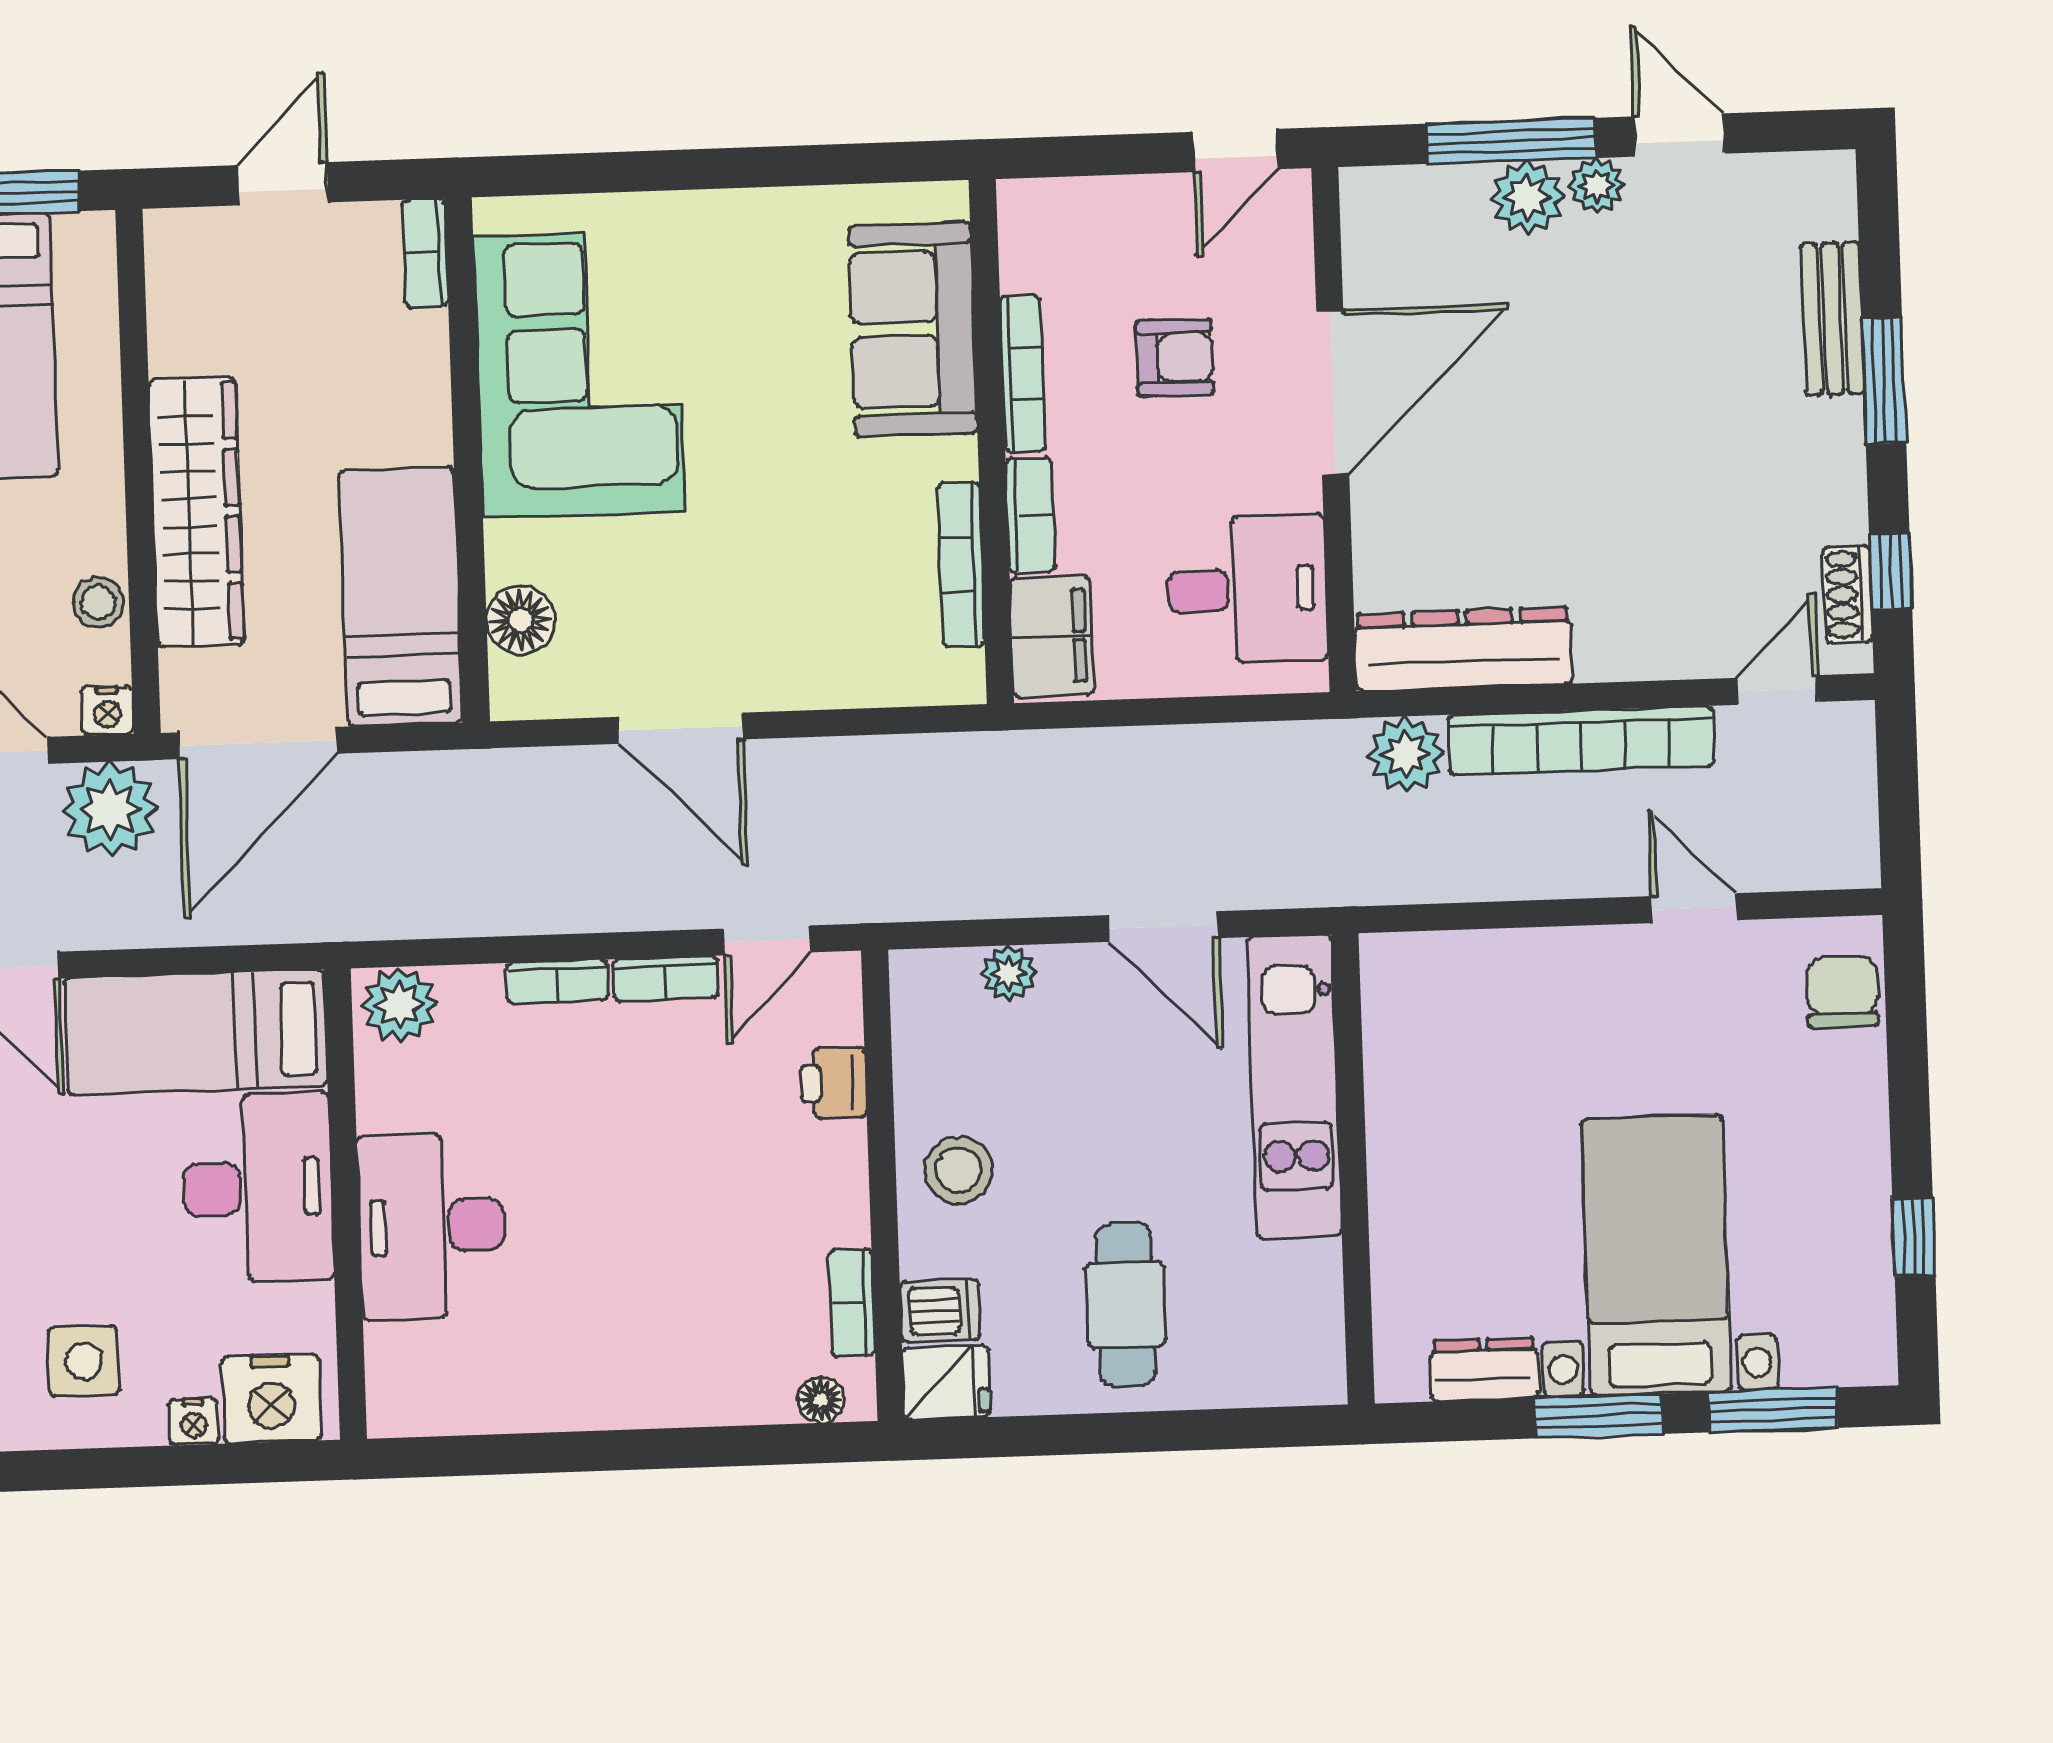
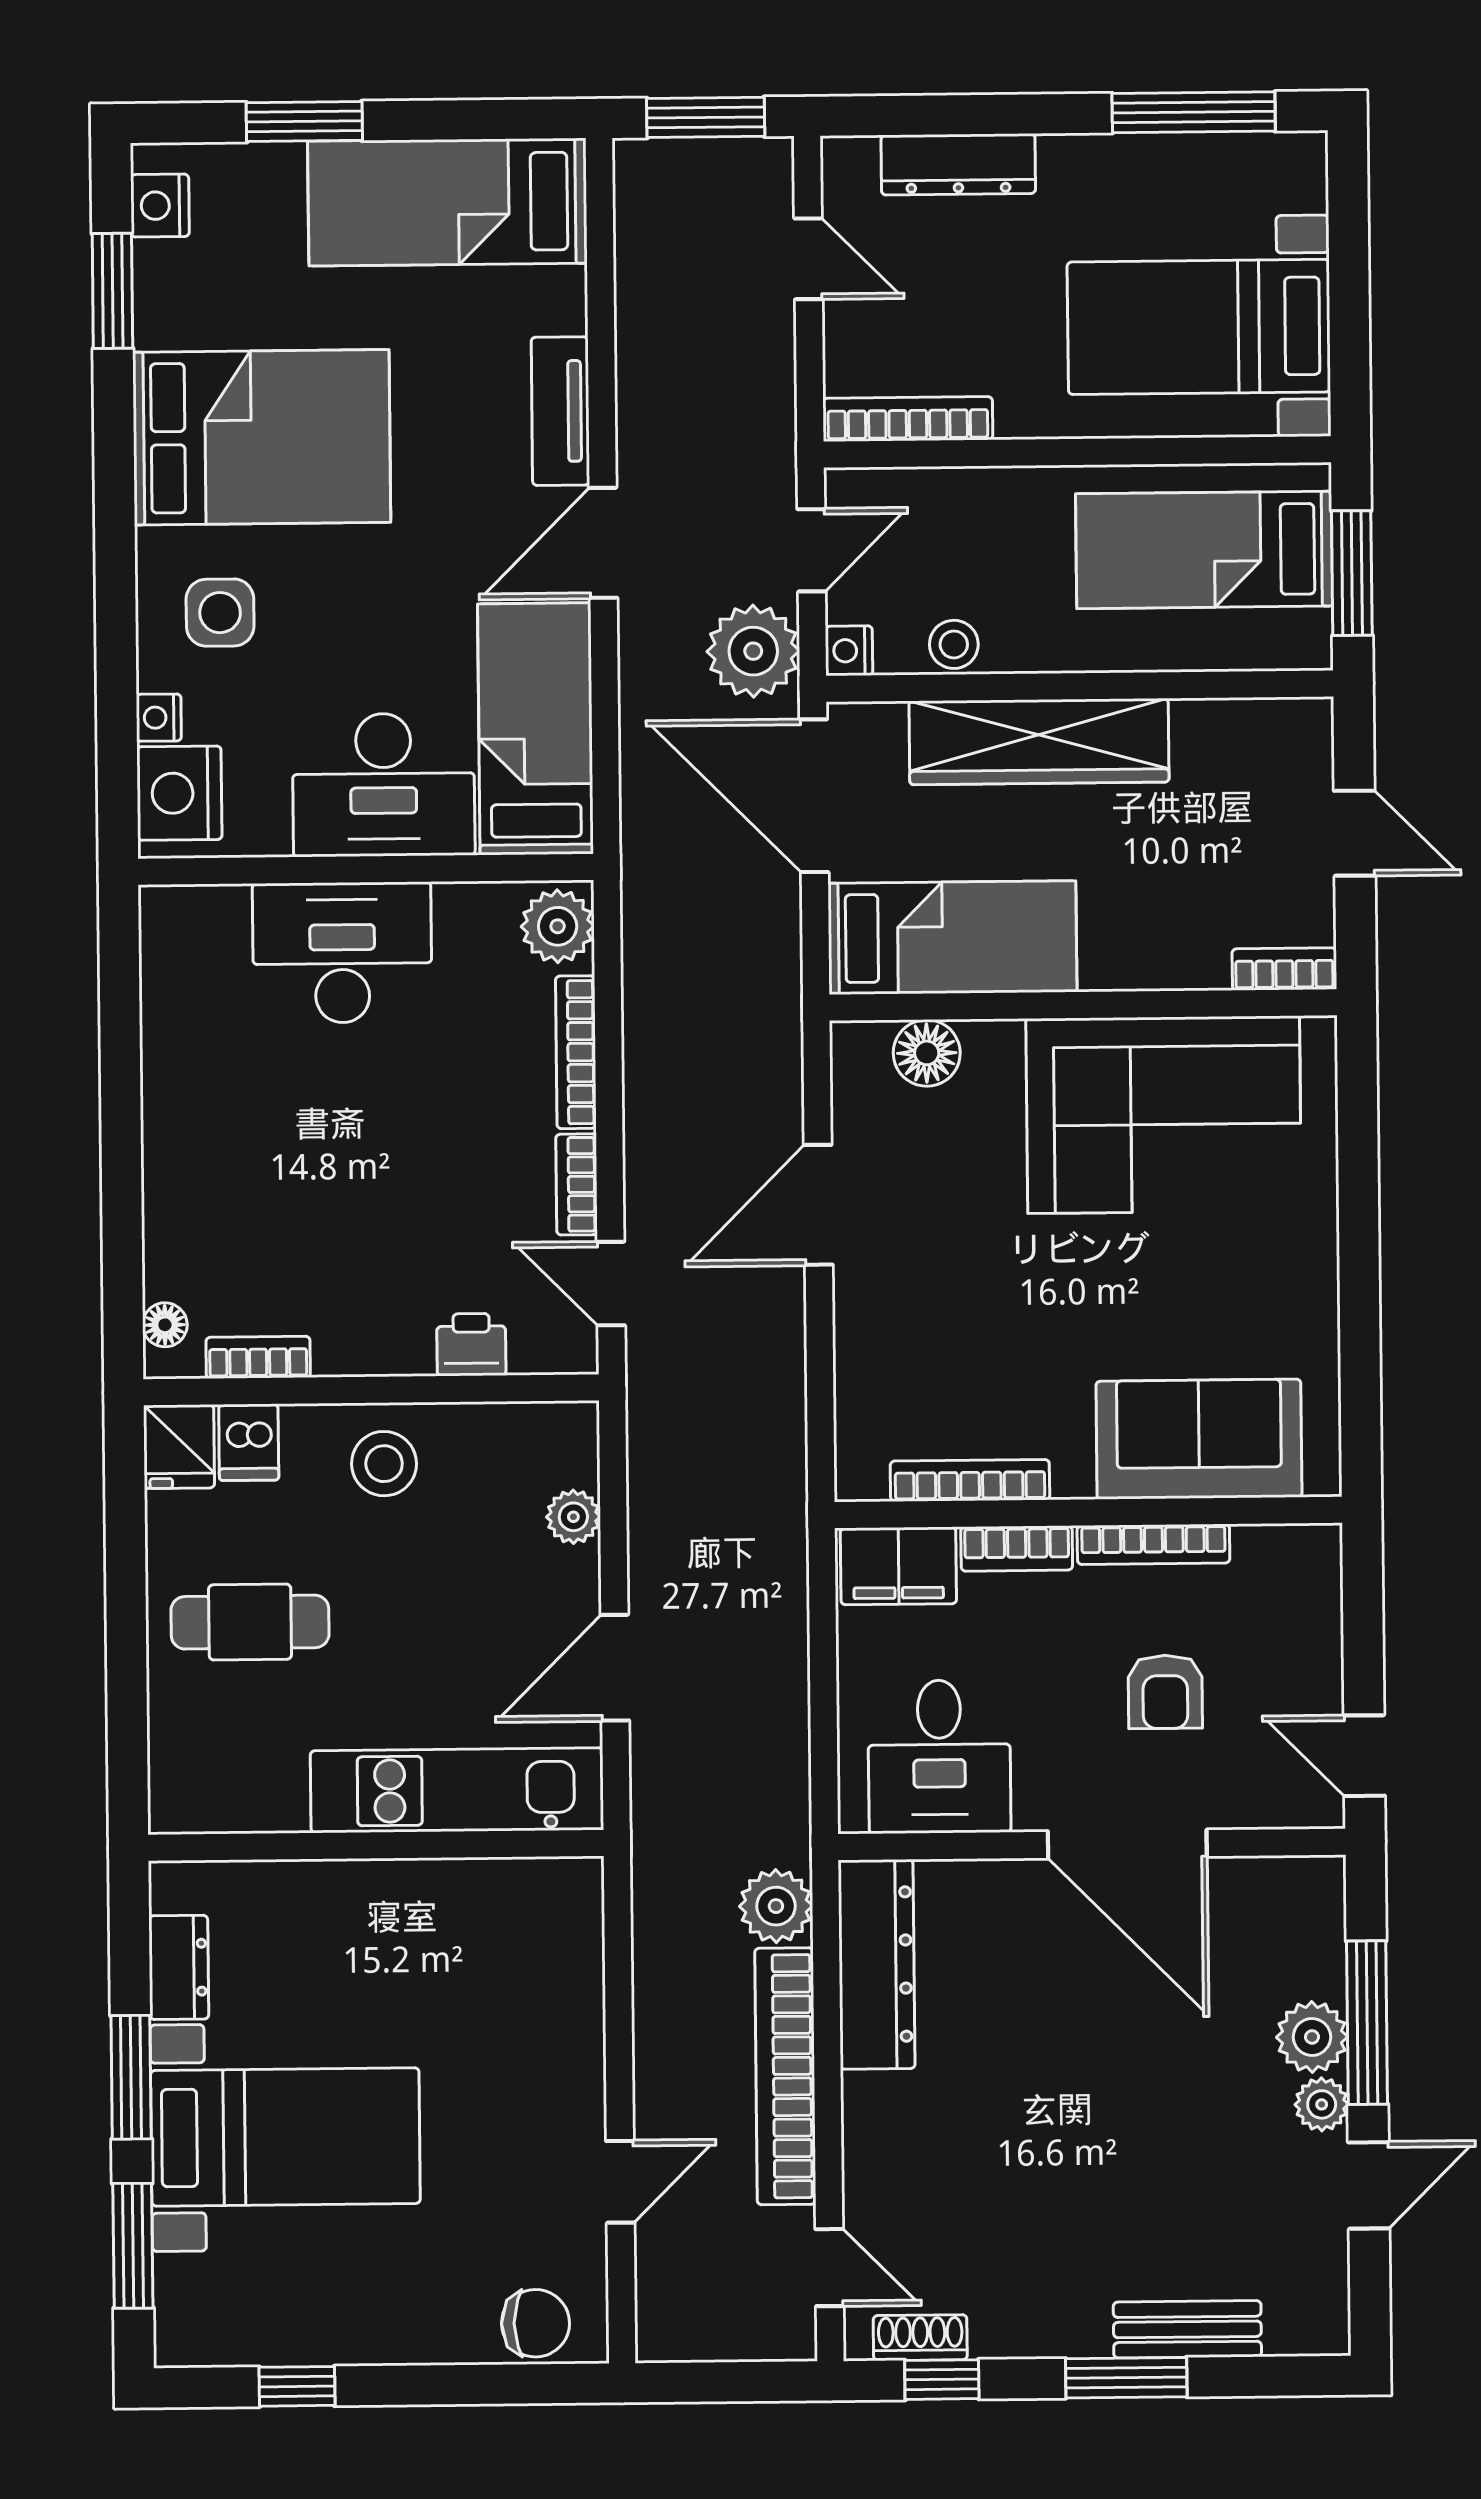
bookcase: (557, 981) -> (576, 1052), width x1.56

